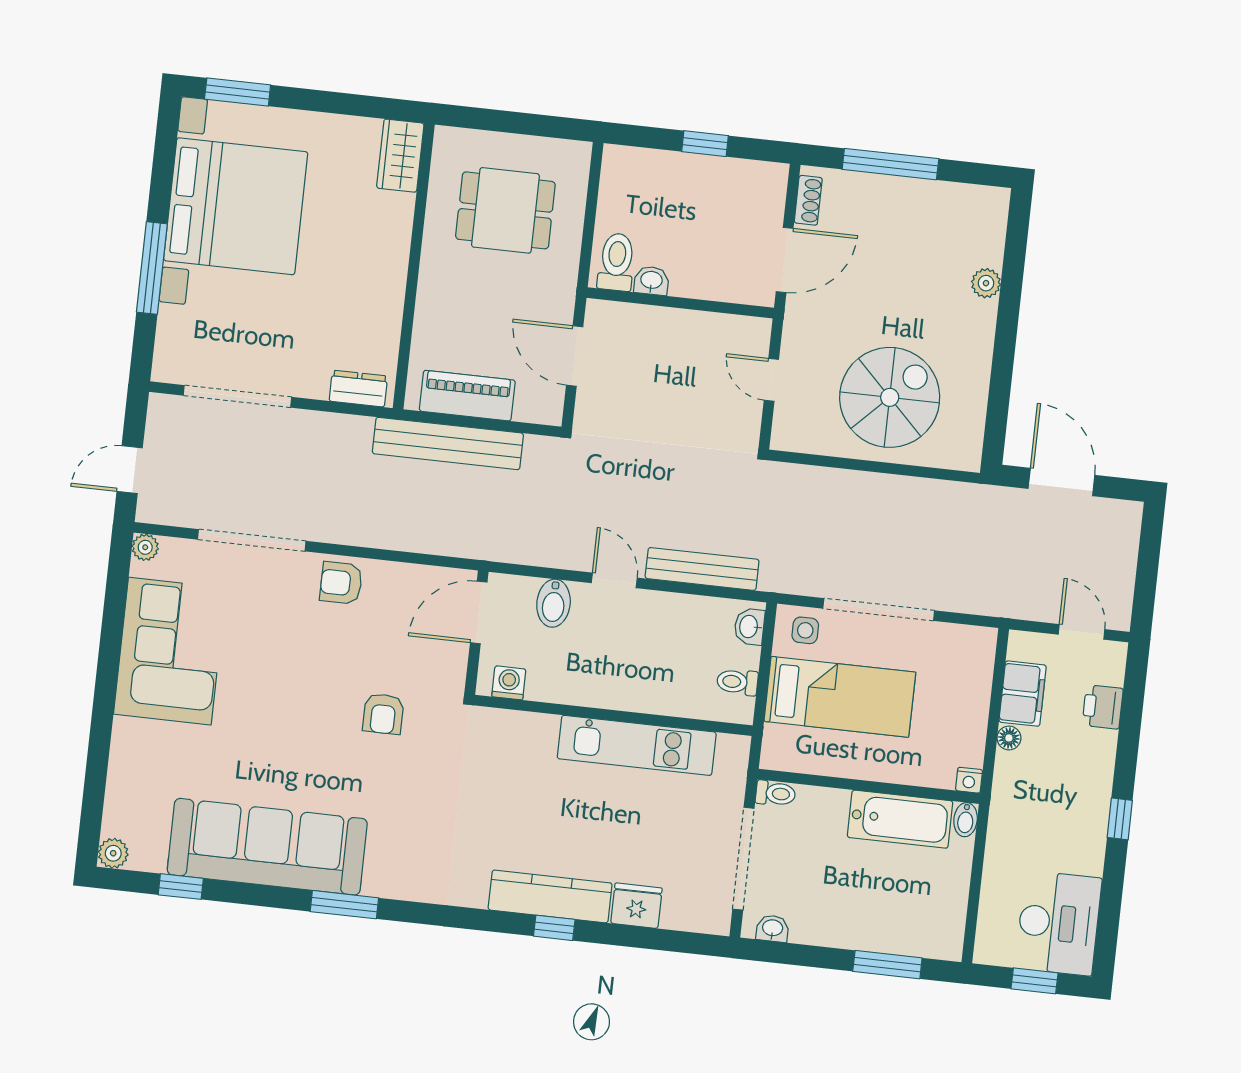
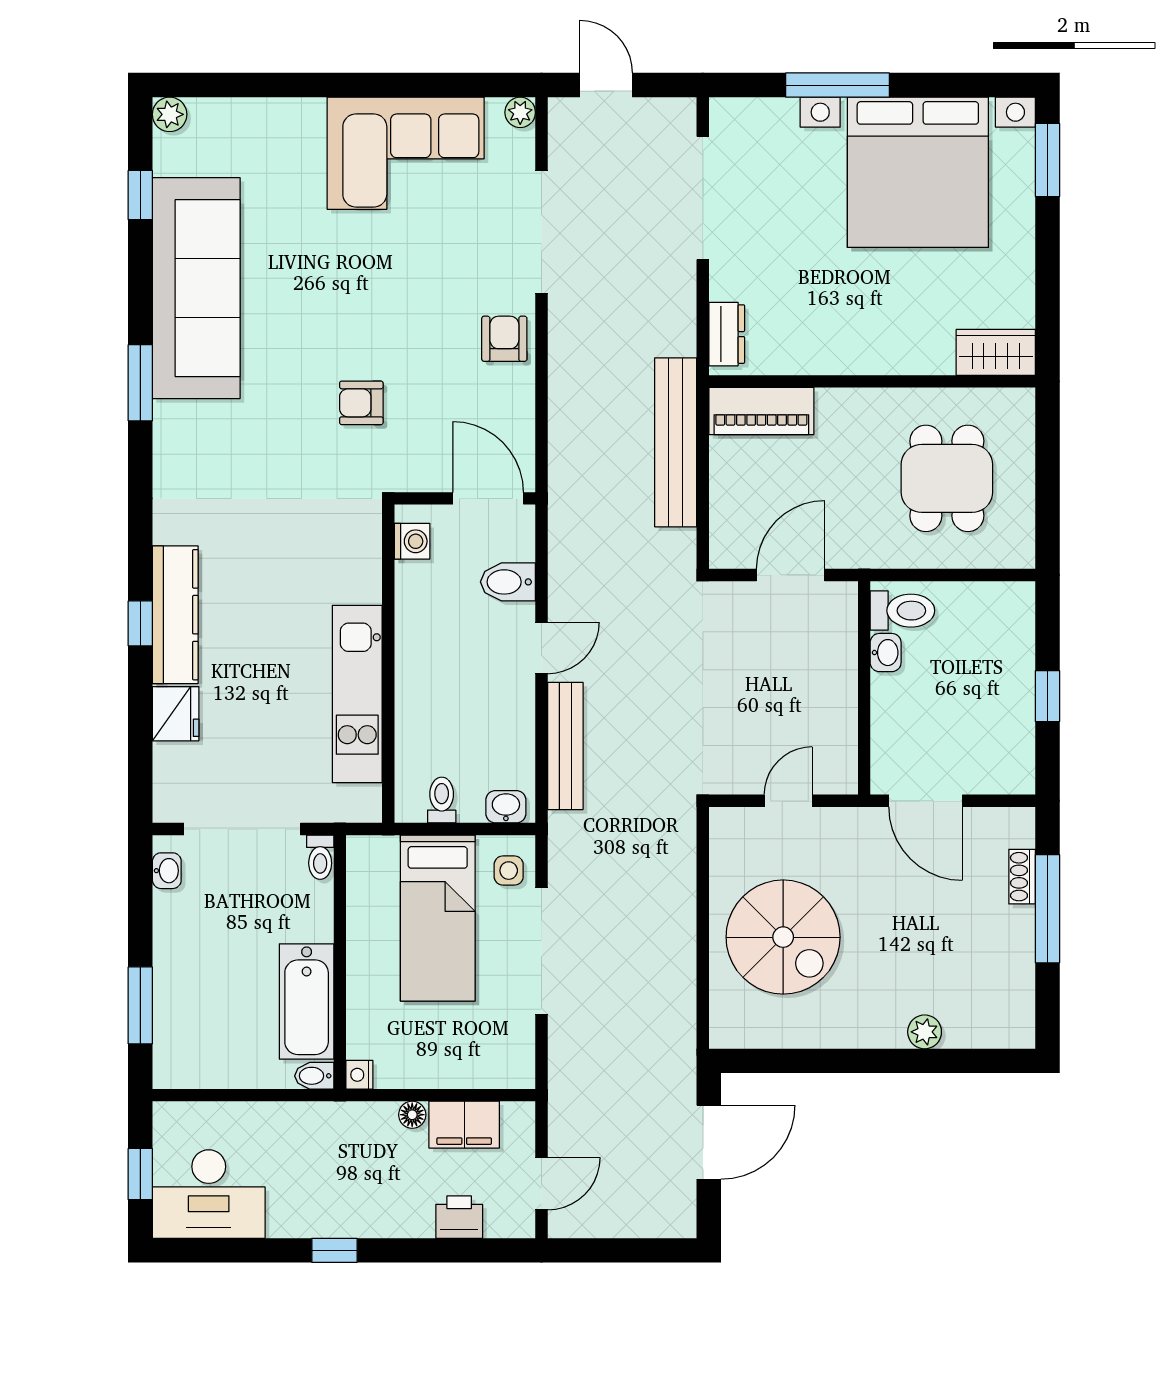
shoe rack: (808, 200) -> (1022, 877), moved, turned 90
piano: (467, 396) -> (761, 411), moved, turned 90

